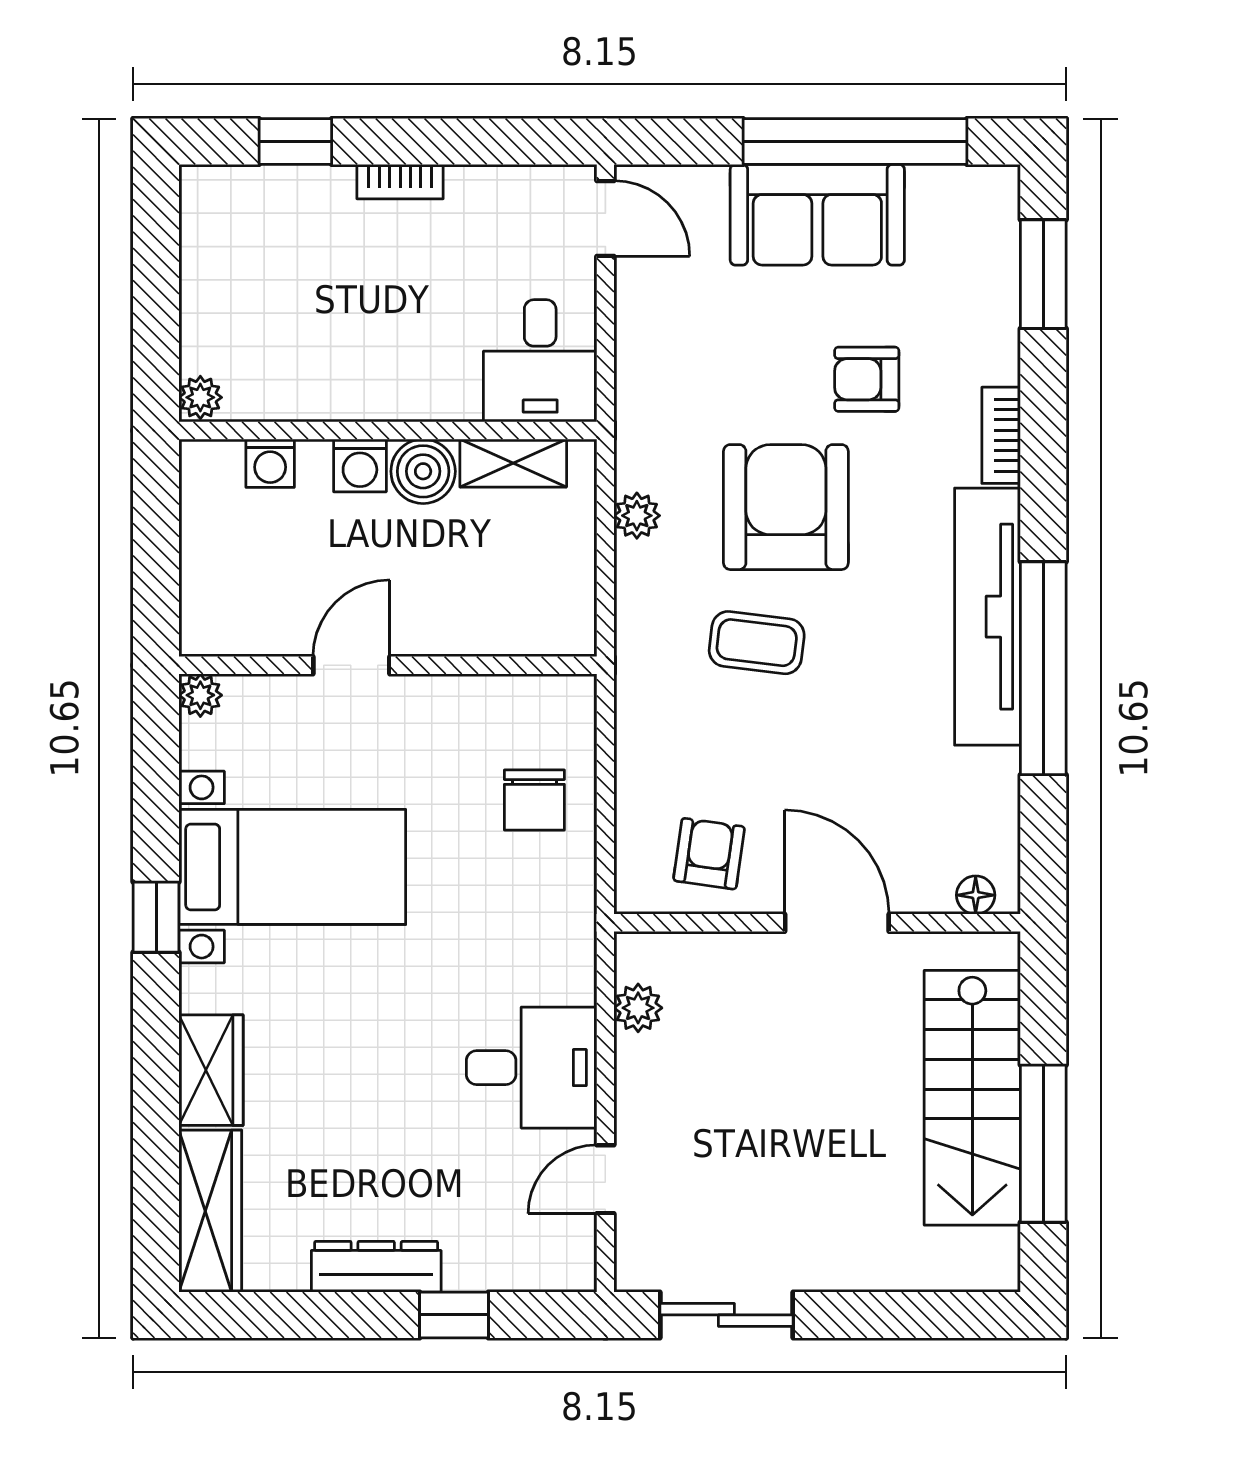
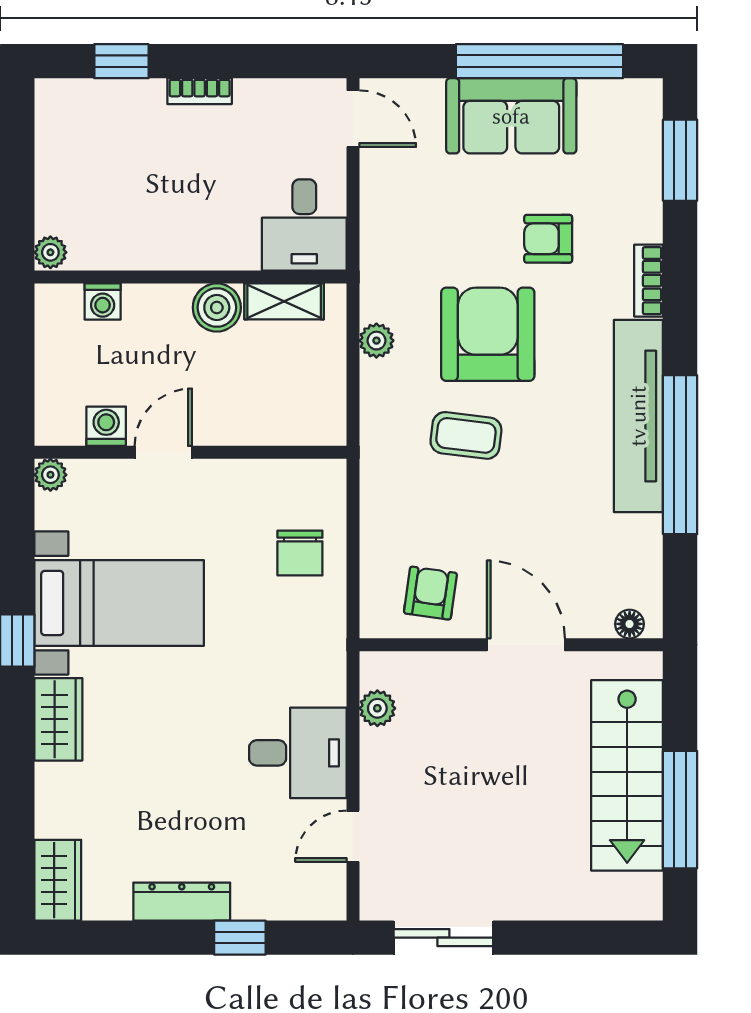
washing machine: (360, 465) -> (106, 426), moved, turned 180
wardrobe: (211, 1070) -> (58, 719), moved
wardrobe: (210, 1211) -> (58, 880), width x0.67

